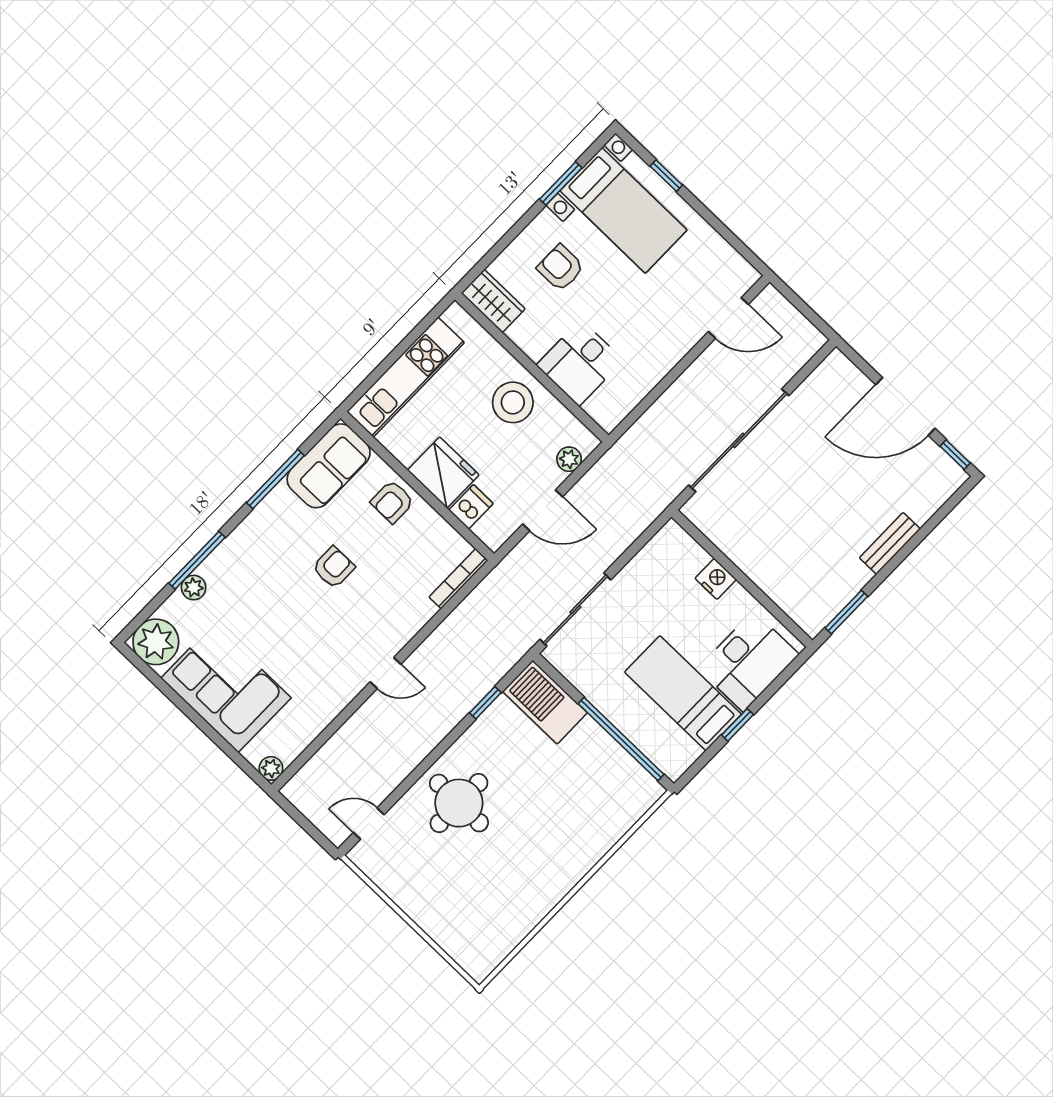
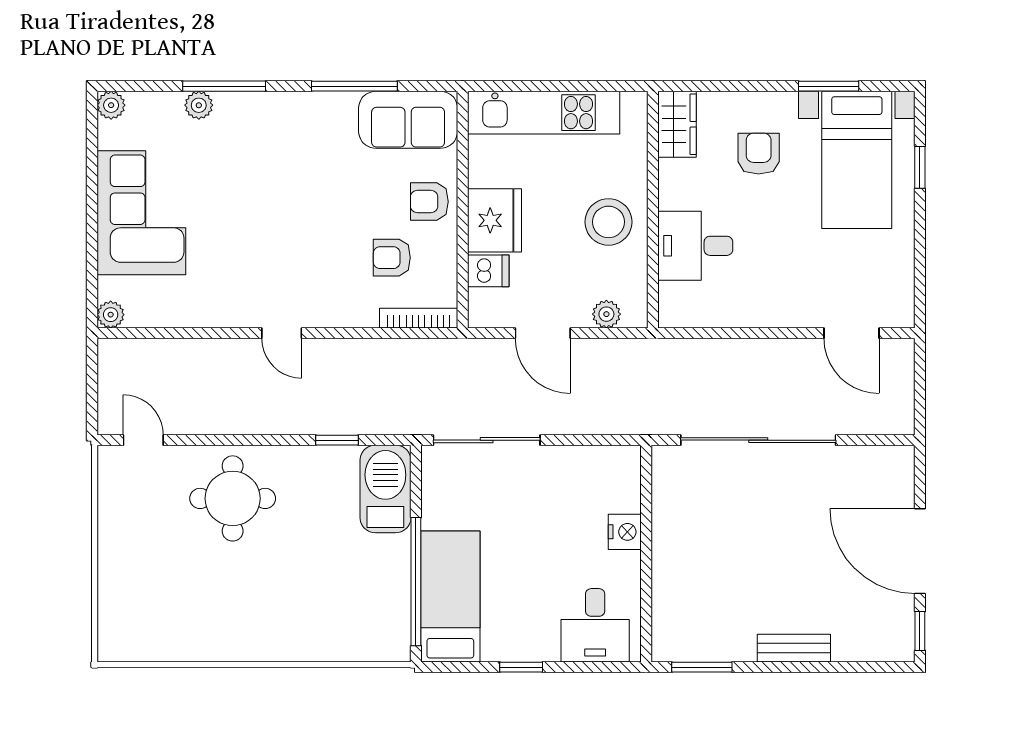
armchair: (334, 567) -> (392, 258), moved, turned 180
plant: (156, 642) -> (111, 105), width x0.53, depth x0.53
desk: (748, 661) -> (595, 625), width x0.73
bed: (683, 693) -> (450, 596), moved

